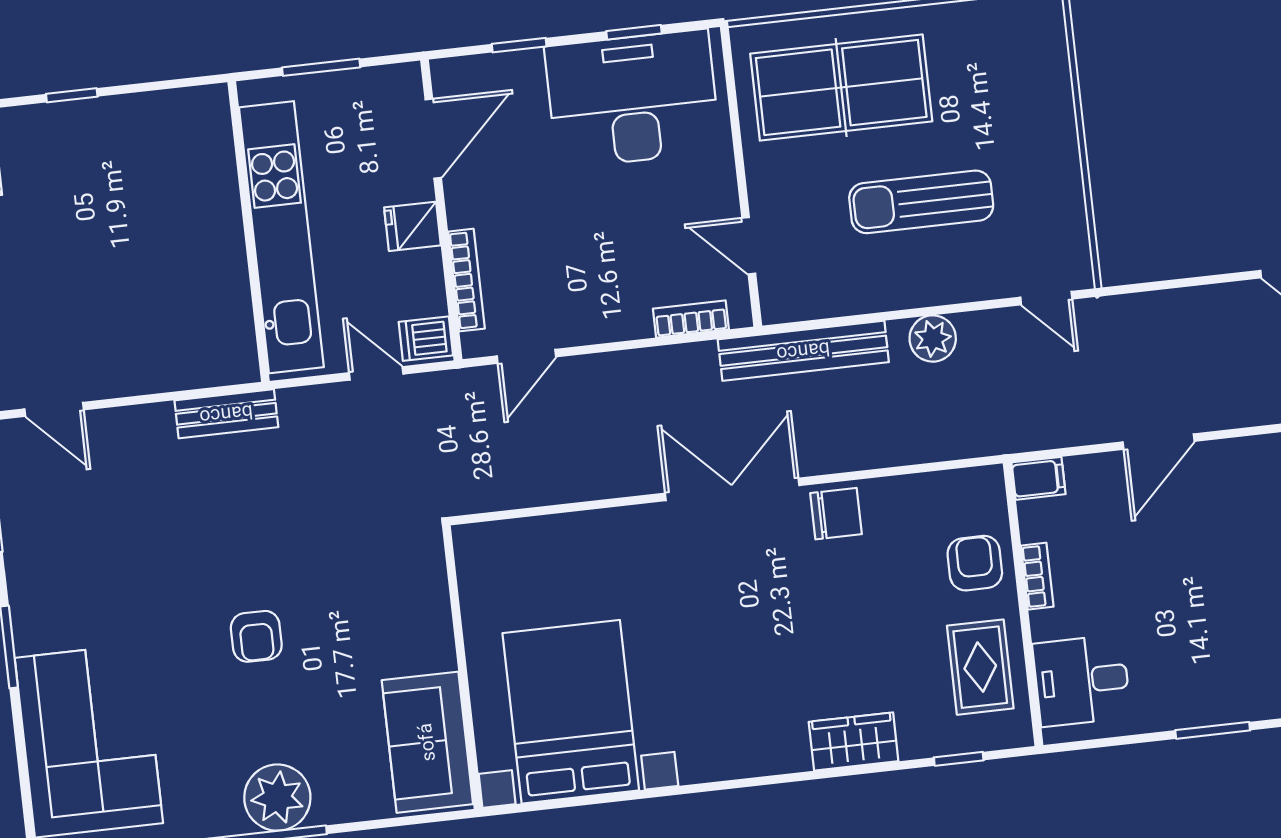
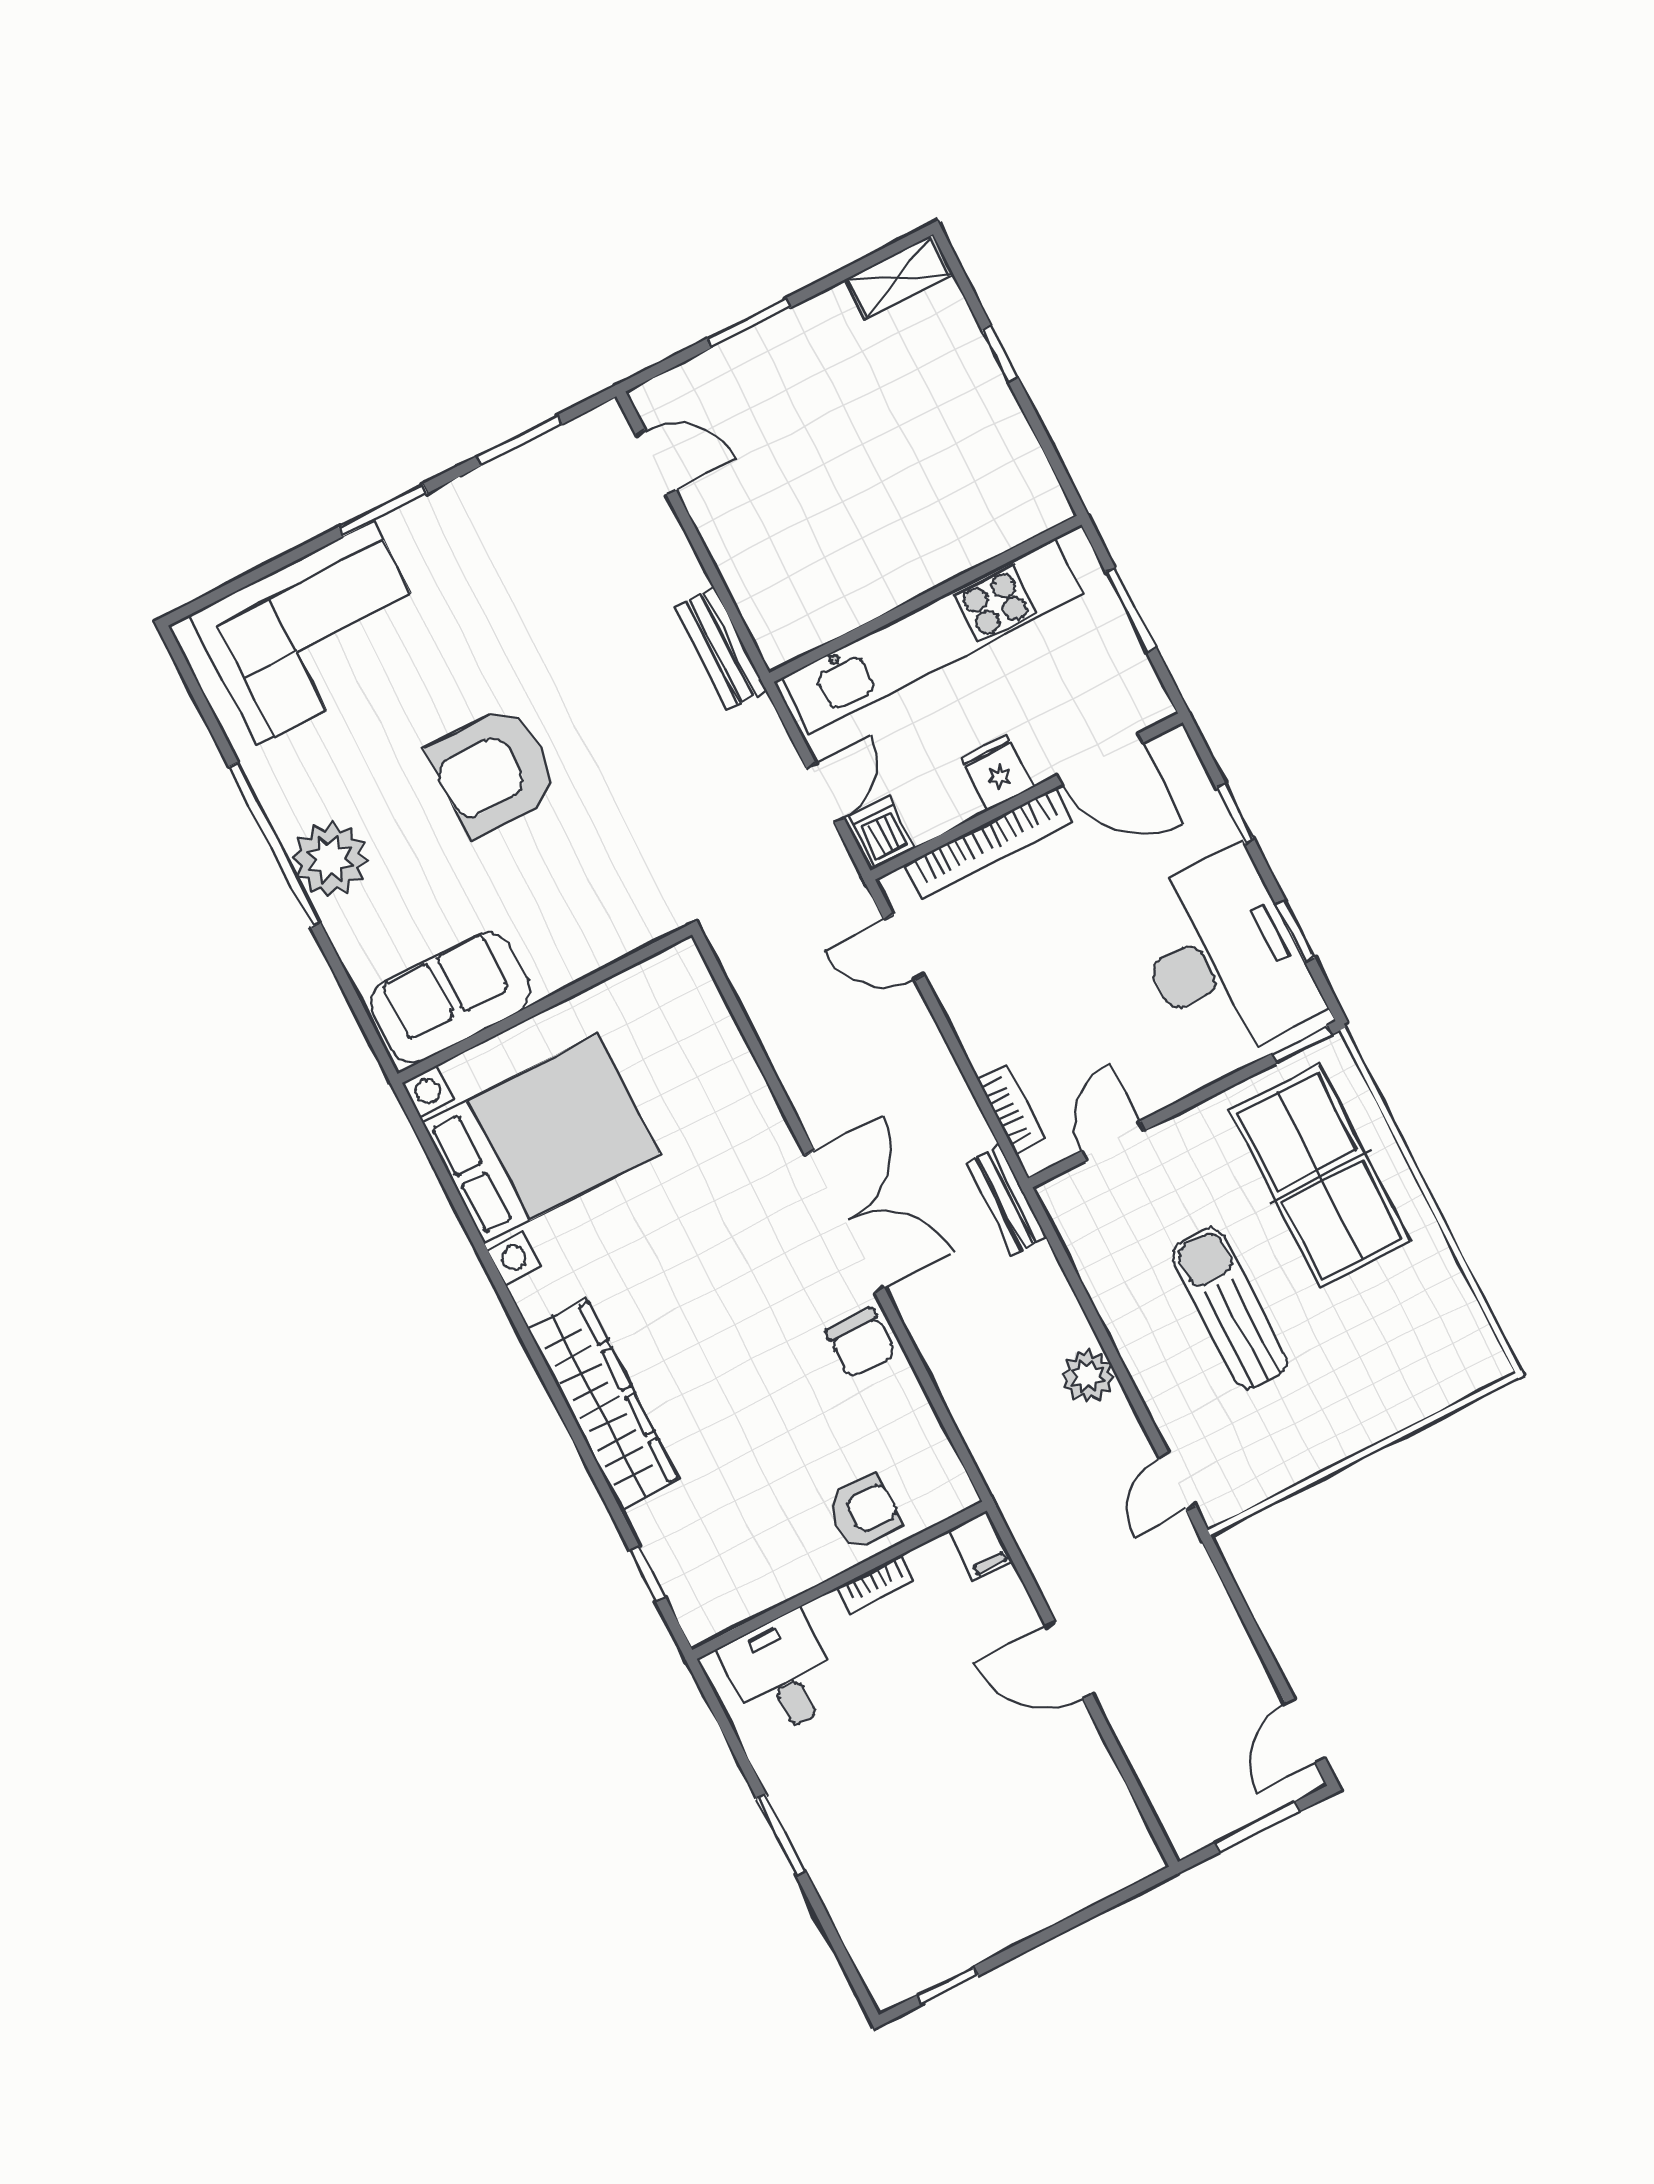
window: (728, 62) -> (1302, 1044), added
bookcase: (466, 280) -> (988, 843), width x1.48, depth x1.31
bench: (803, 351) -> (1006, 1200), width x0.54, depth x0.82
door: (54, 409) -> (656, 462), swing flipped
armchair: (256, 636) -> (494, 771), width x1.88, depth x1.88
rug: (980, 667) -> (755, 1560), removed
wardrobe: (854, 741) -> (604, 1404), width x2.10, depth x1.17

